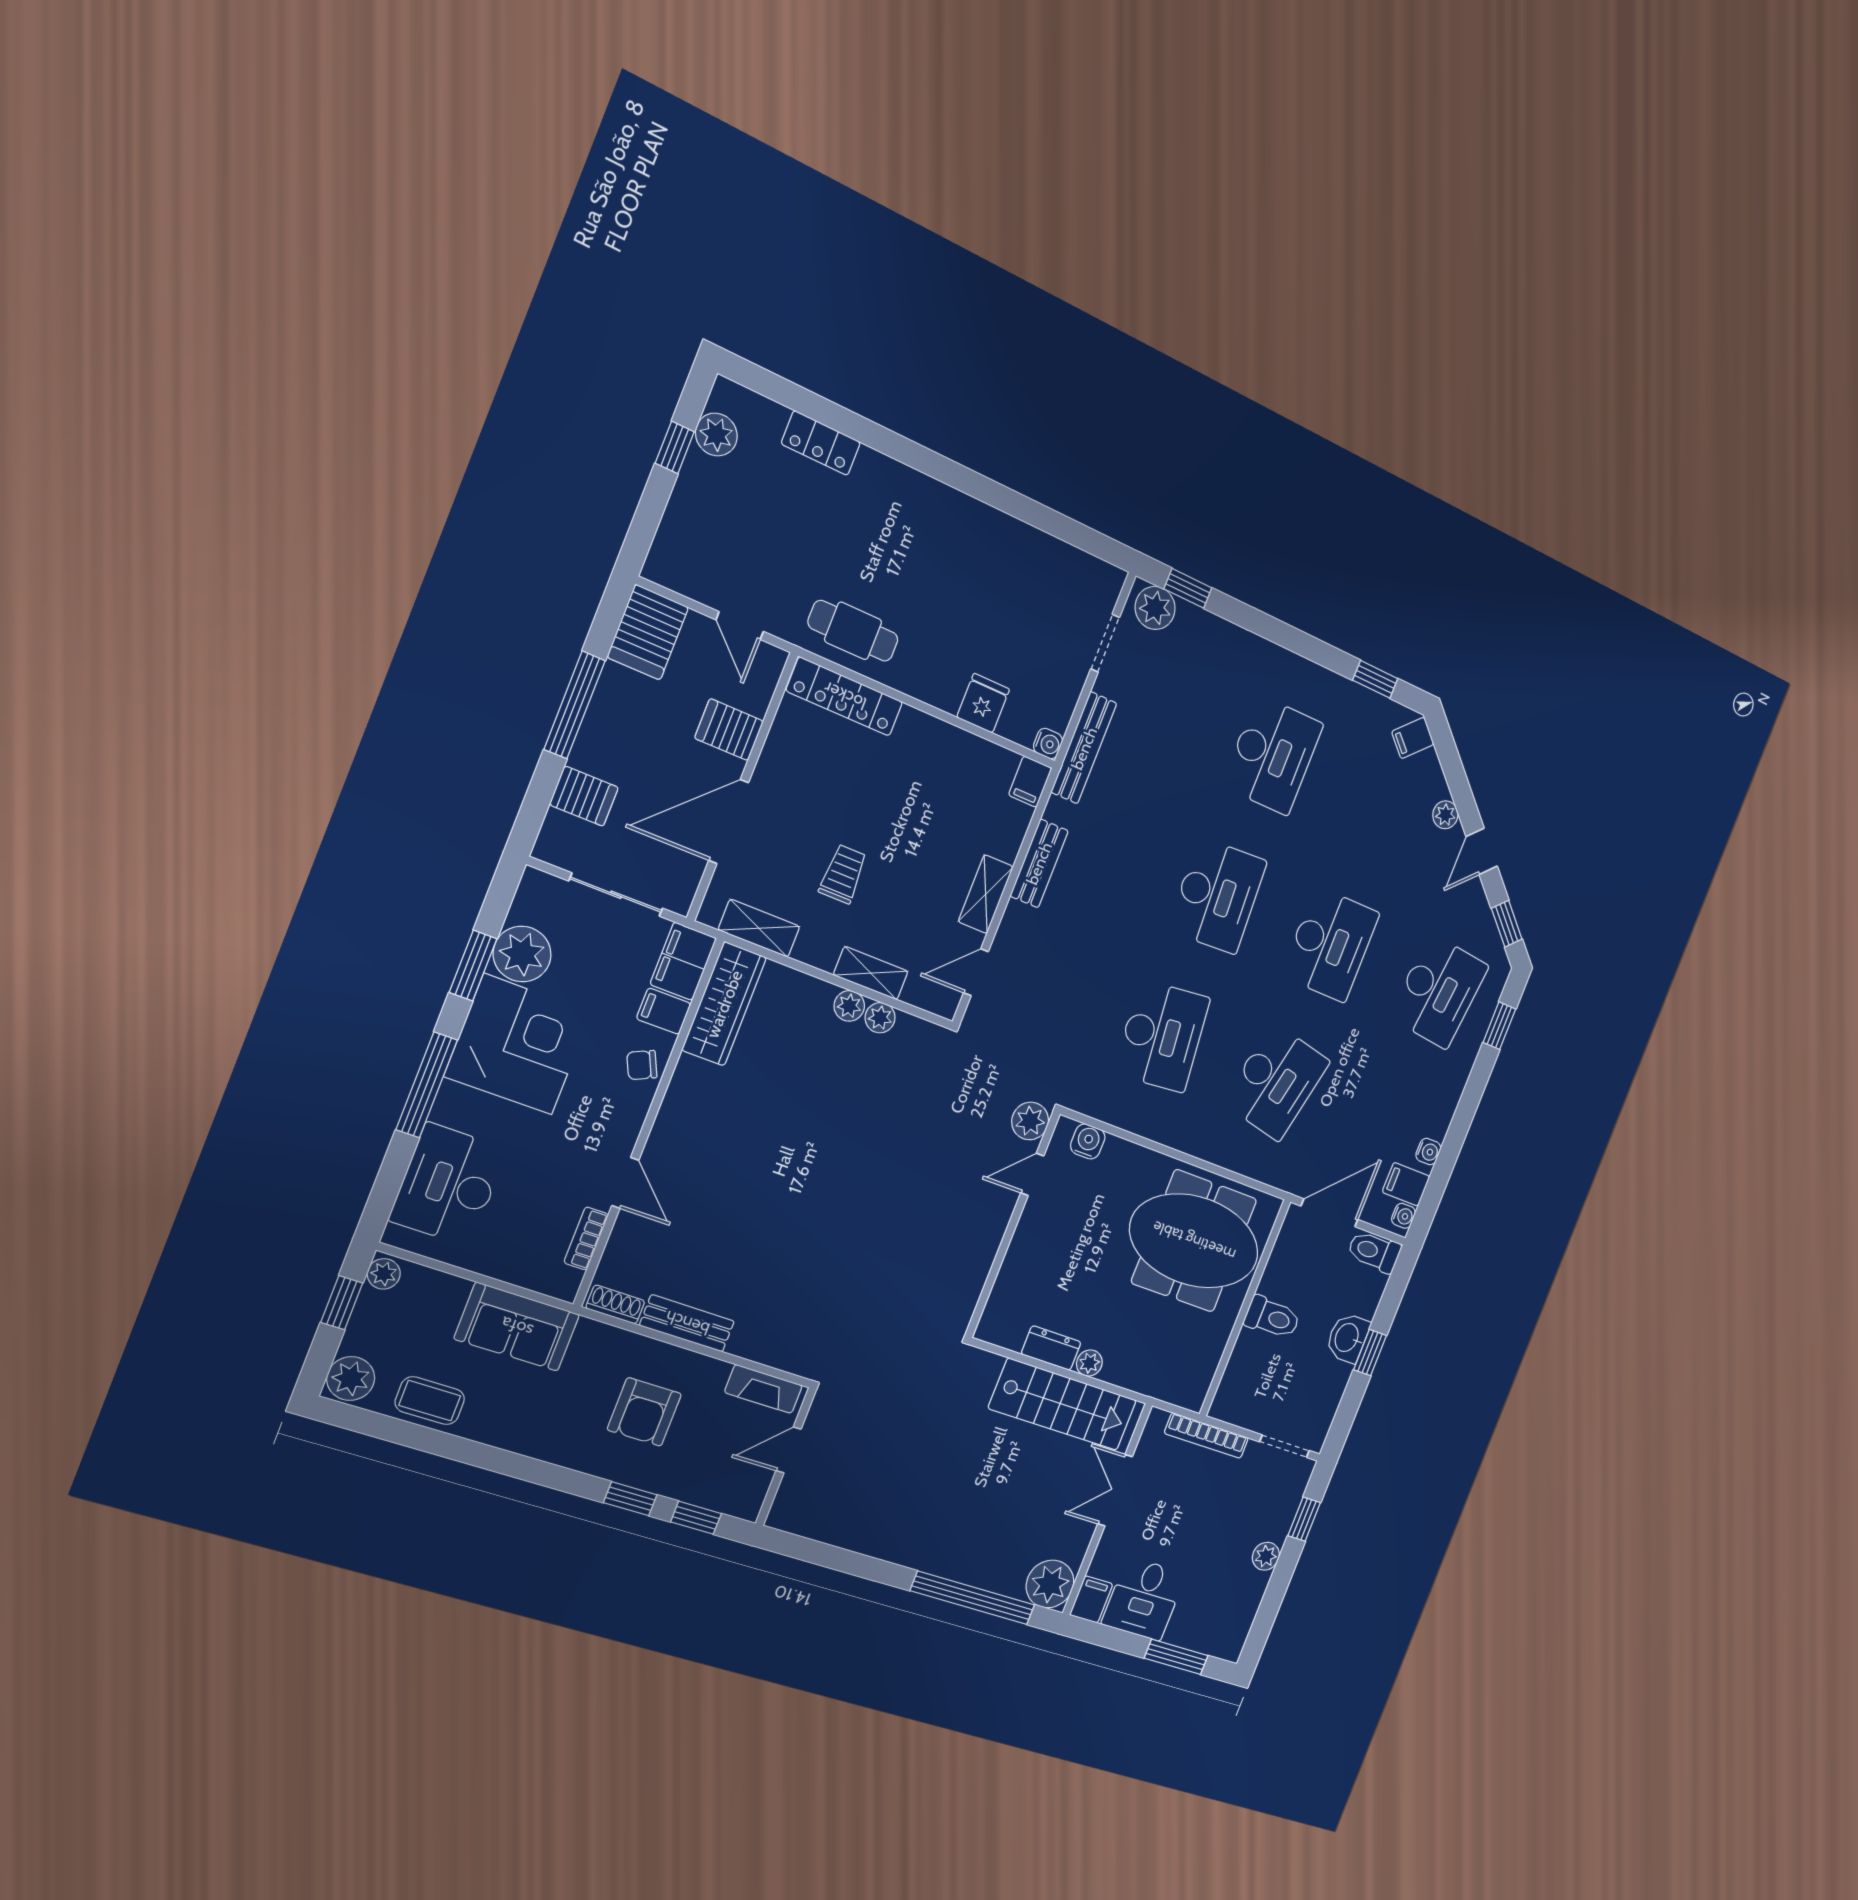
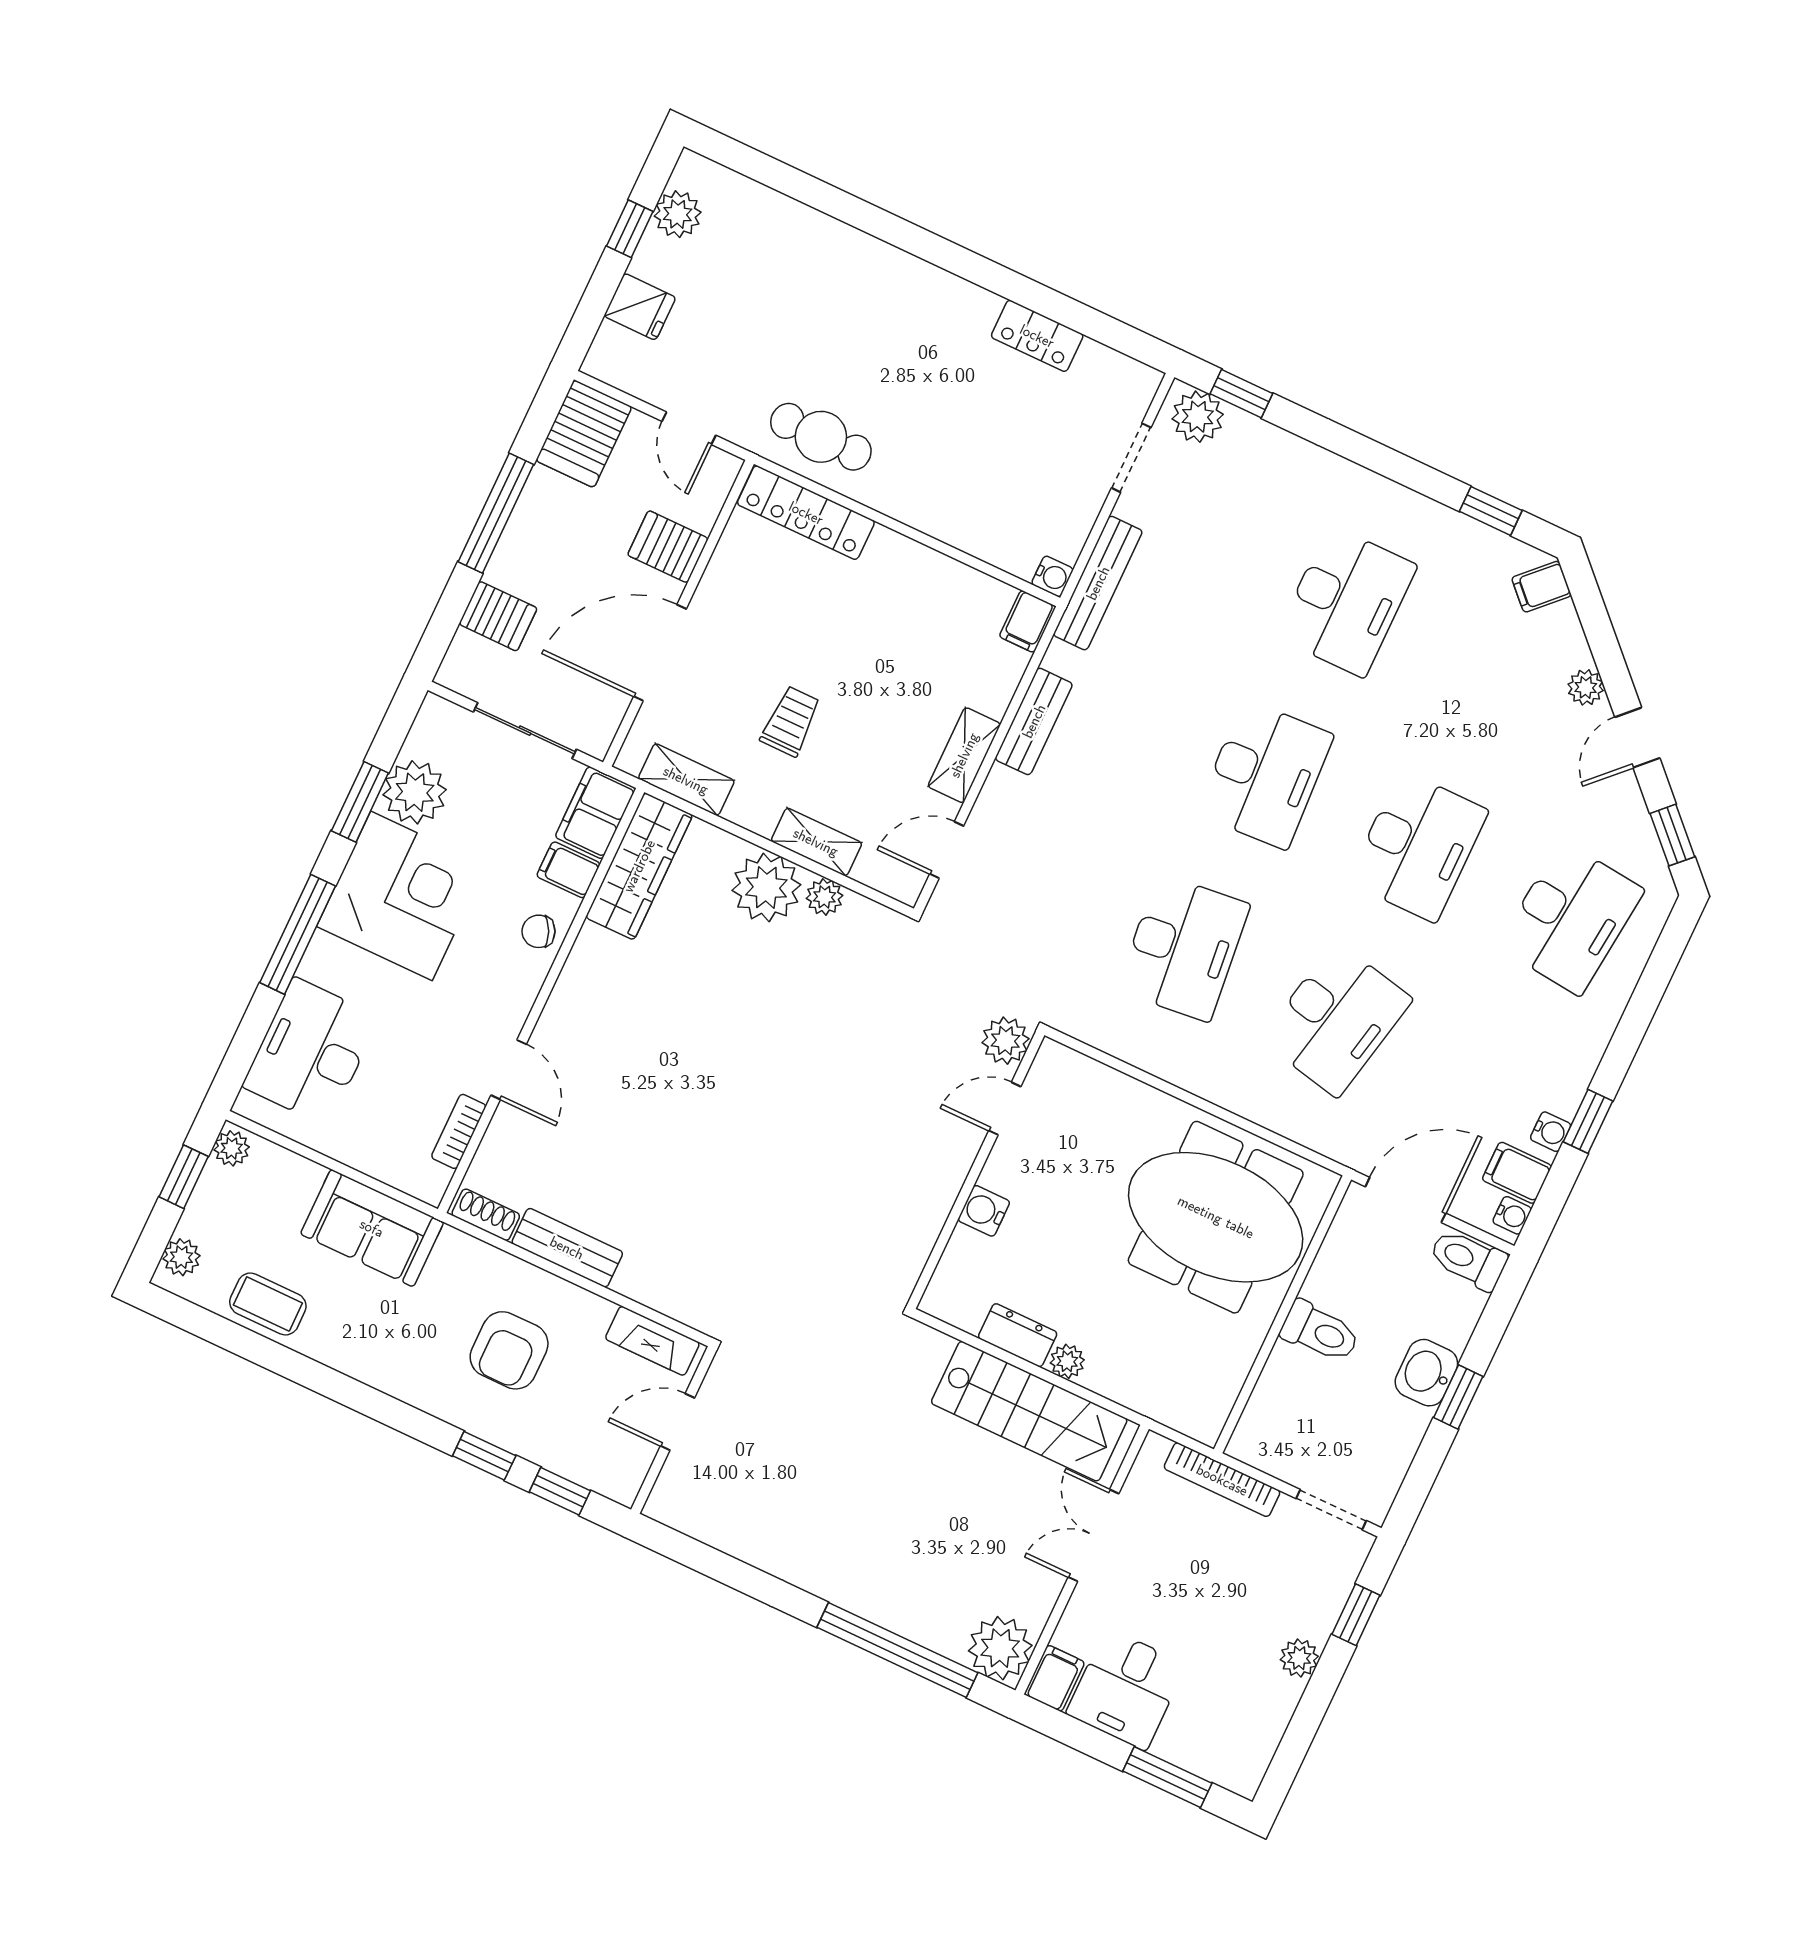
locker: (821, 443) -> (1037, 336), moved
fridge: (983, 703) -> (640, 307), moved, turned 90
plant: (849, 1006) -> (766, 887), width x1.87, depth x1.87
window: (1499, 1026) -> (1588, 1121), moved
water cooler: (1088, 1141) -> (984, 1211), moved, turned -90
plant: (351, 1379) -> (181, 1257), width x0.73, depth x0.73

